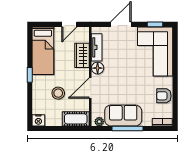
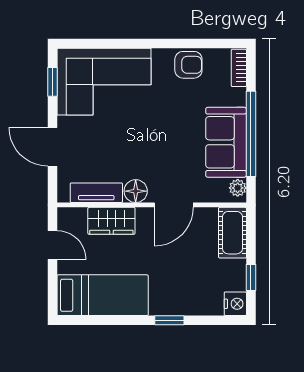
window: (30, 75) -> (169, 320), moved
door: (90, 88) -> (174, 205), hinge flipped
stool: (58, 93) -> (183, 266), removed
armchair: (164, 96) -> (188, 65), turned -90
window: (52, 129) -> (251, 277), added
window: (128, 129) -> (251, 134), width x1.46

